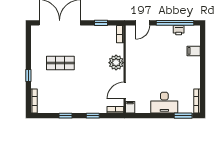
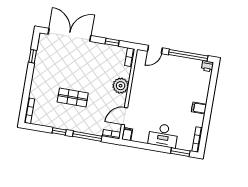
printer: (179, 30) -> (207, 66), moved
filing cabinet: (194, 51) -> (199, 108), moved
shop shelf: (60, 63) -> (73, 98), moved
window: (28, 75) -> (33, 56), moved
window: (93, 116) -> (87, 136), width x2.17

